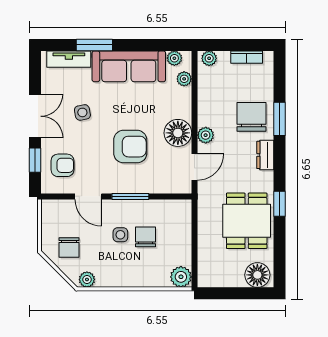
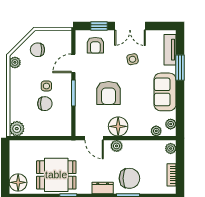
sofa: (129, 66) -> (165, 92), width x0.73

